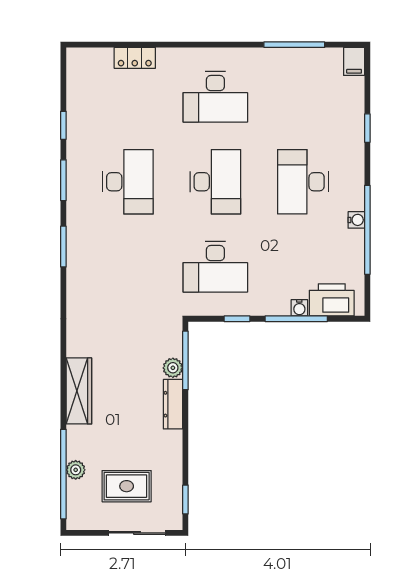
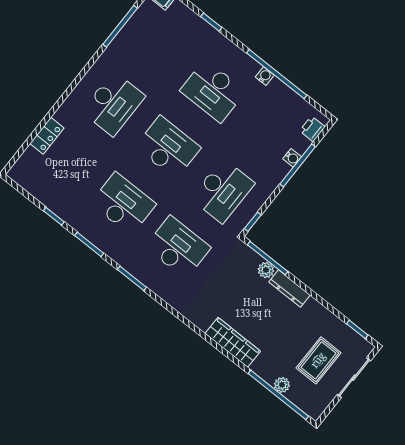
desk: (128, 267) -> (178, 247), added
printer: (332, 300) -> (312, 129), width x0.53, depth x0.68
window: (237, 319) -> (253, 222), moved

